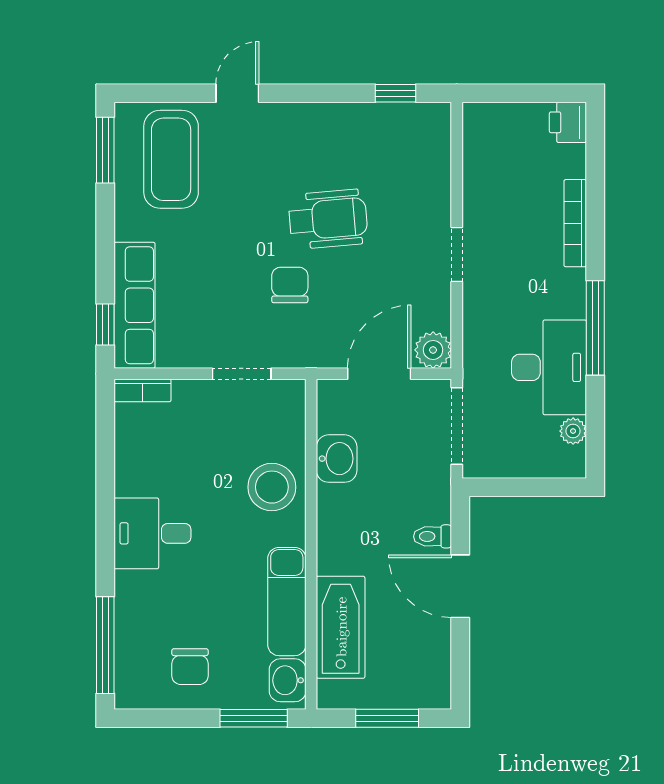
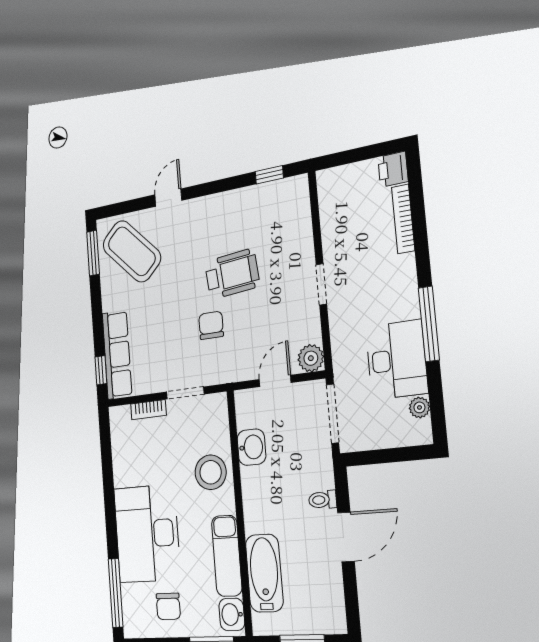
coffee table: (171, 159) -> (132, 251), turned -44
bookcase: (575, 223) -> (403, 219), moved
door: (379, 374) -> (275, 381), width x0.73
bookcase: (143, 390) -> (148, 410), moved
desk: (152, 533) -> (147, 534), width x1.87, depth x1.30
door: (460, 586) -> (346, 537), swing flipped

